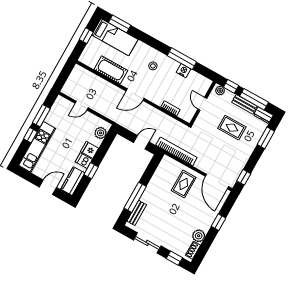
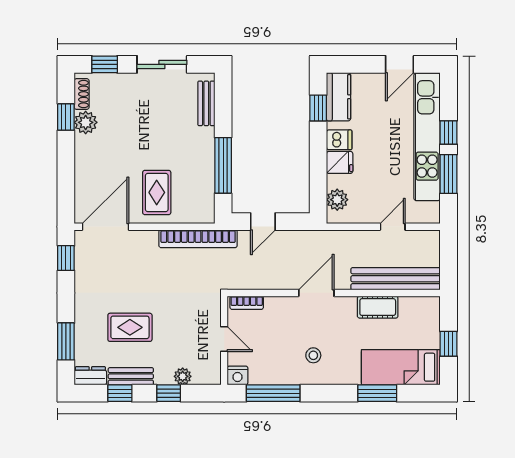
window: (120, 24) -> (377, 393), moved
cot: (111, 70) -> (378, 307), width x0.73, depth x0.75
nightstand: (183, 71) -> (238, 375), moved
bench: (94, 80) -> (396, 279), added
window: (254, 99) -> (120, 393), width x0.46
wall: (203, 103) -> (224, 340), moved
door: (202, 104) -> (224, 339), moved
kitchen unit: (37, 147) -> (427, 137), width x1.36
window: (91, 171) -> (318, 108), moved
door: (217, 181) -> (105, 227), hinge flipped
door: (48, 187) -> (400, 64), moved
window: (135, 197) -> (223, 165), moved
window: (218, 222) -> (66, 117), moved

